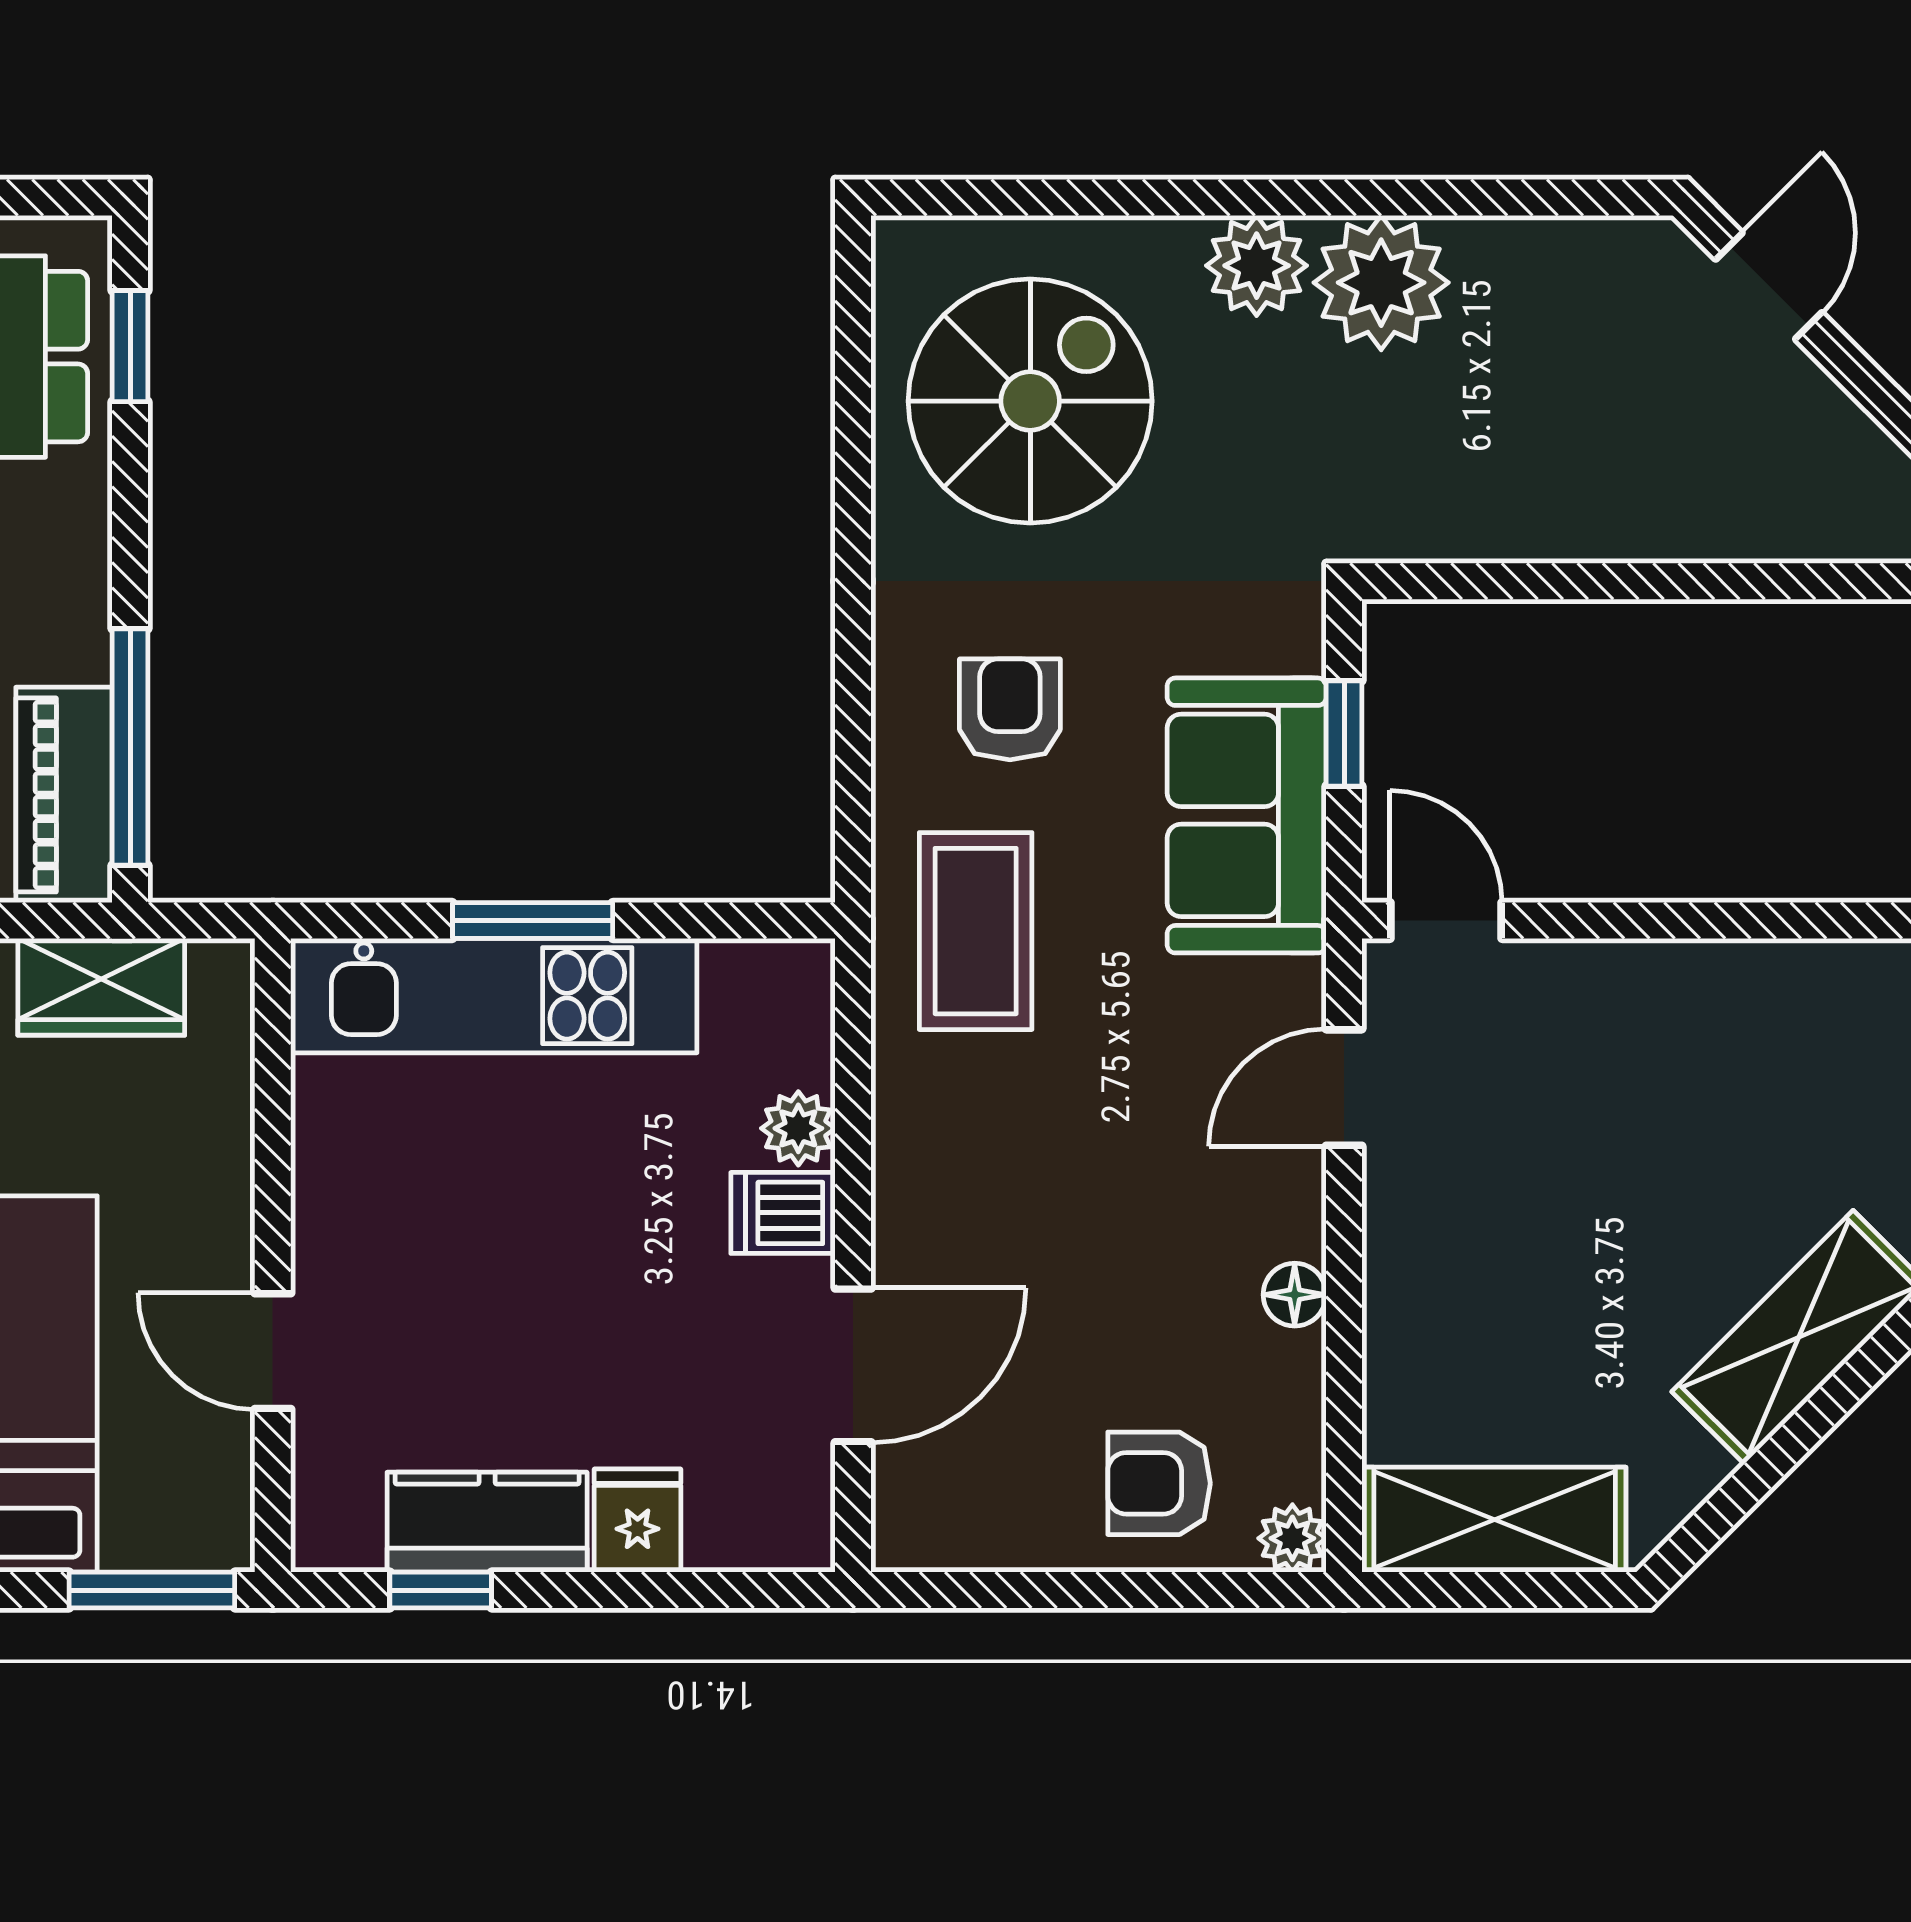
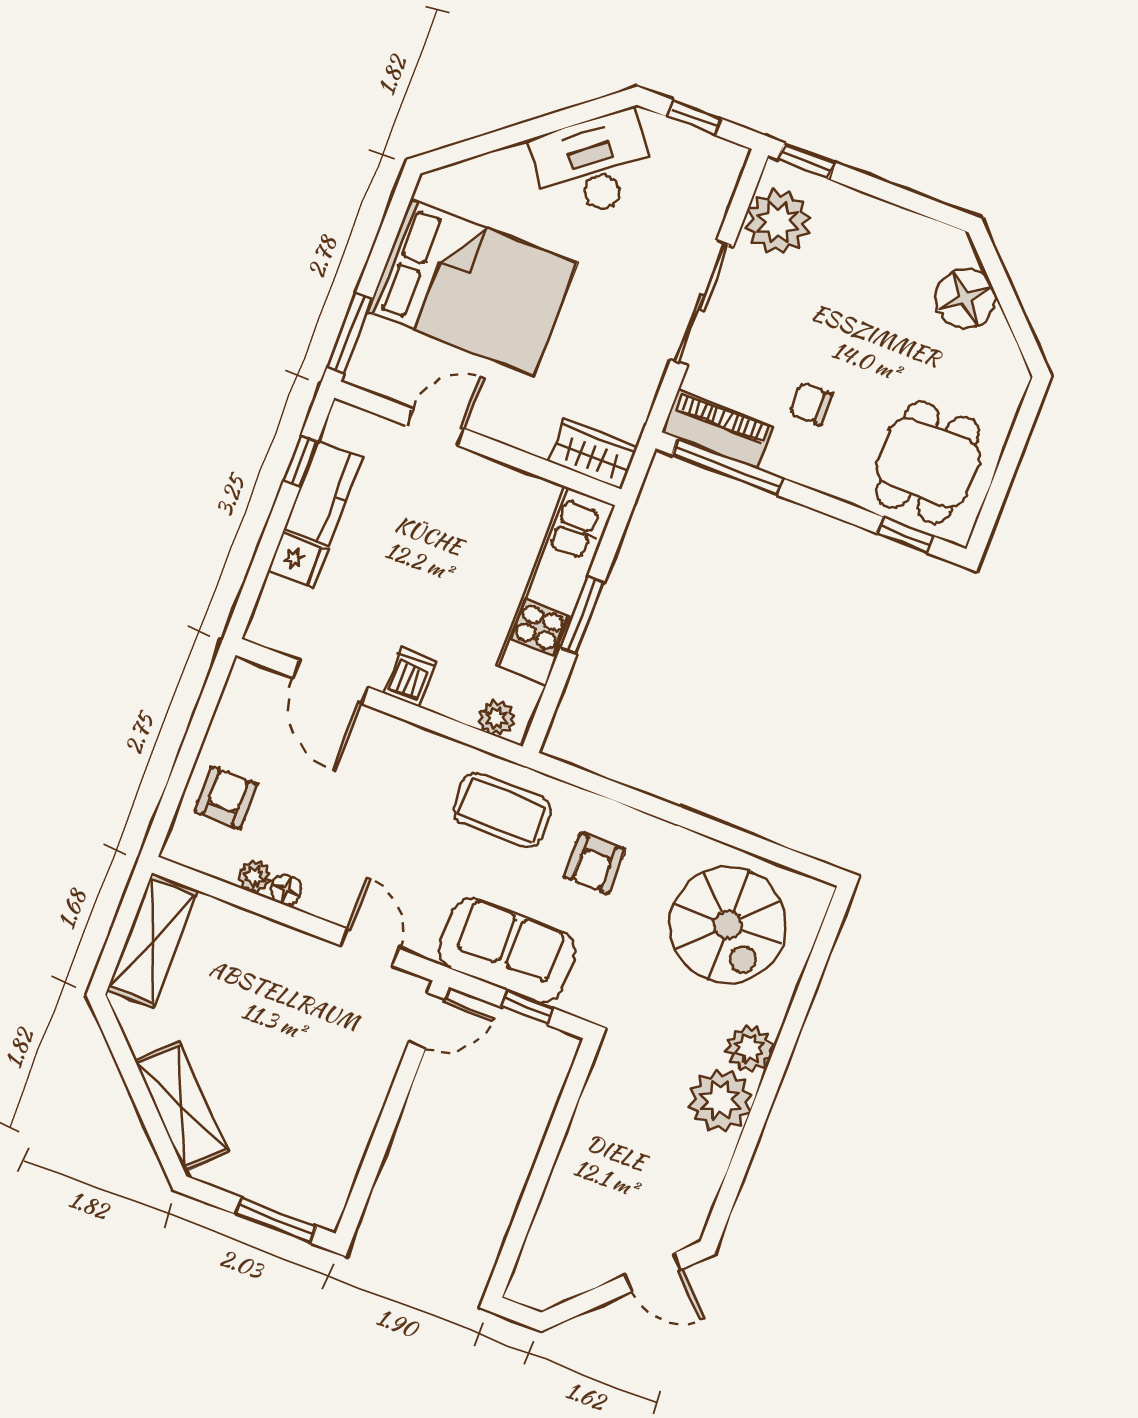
armchair: (1010, 709) -> (594, 863), turned 90
wardrobe: (101, 987) -> (593, 454), moved, turned 90
plant: (798, 1128) -> (497, 718), moved
plant: (1292, 1538) -> (255, 877), moved

